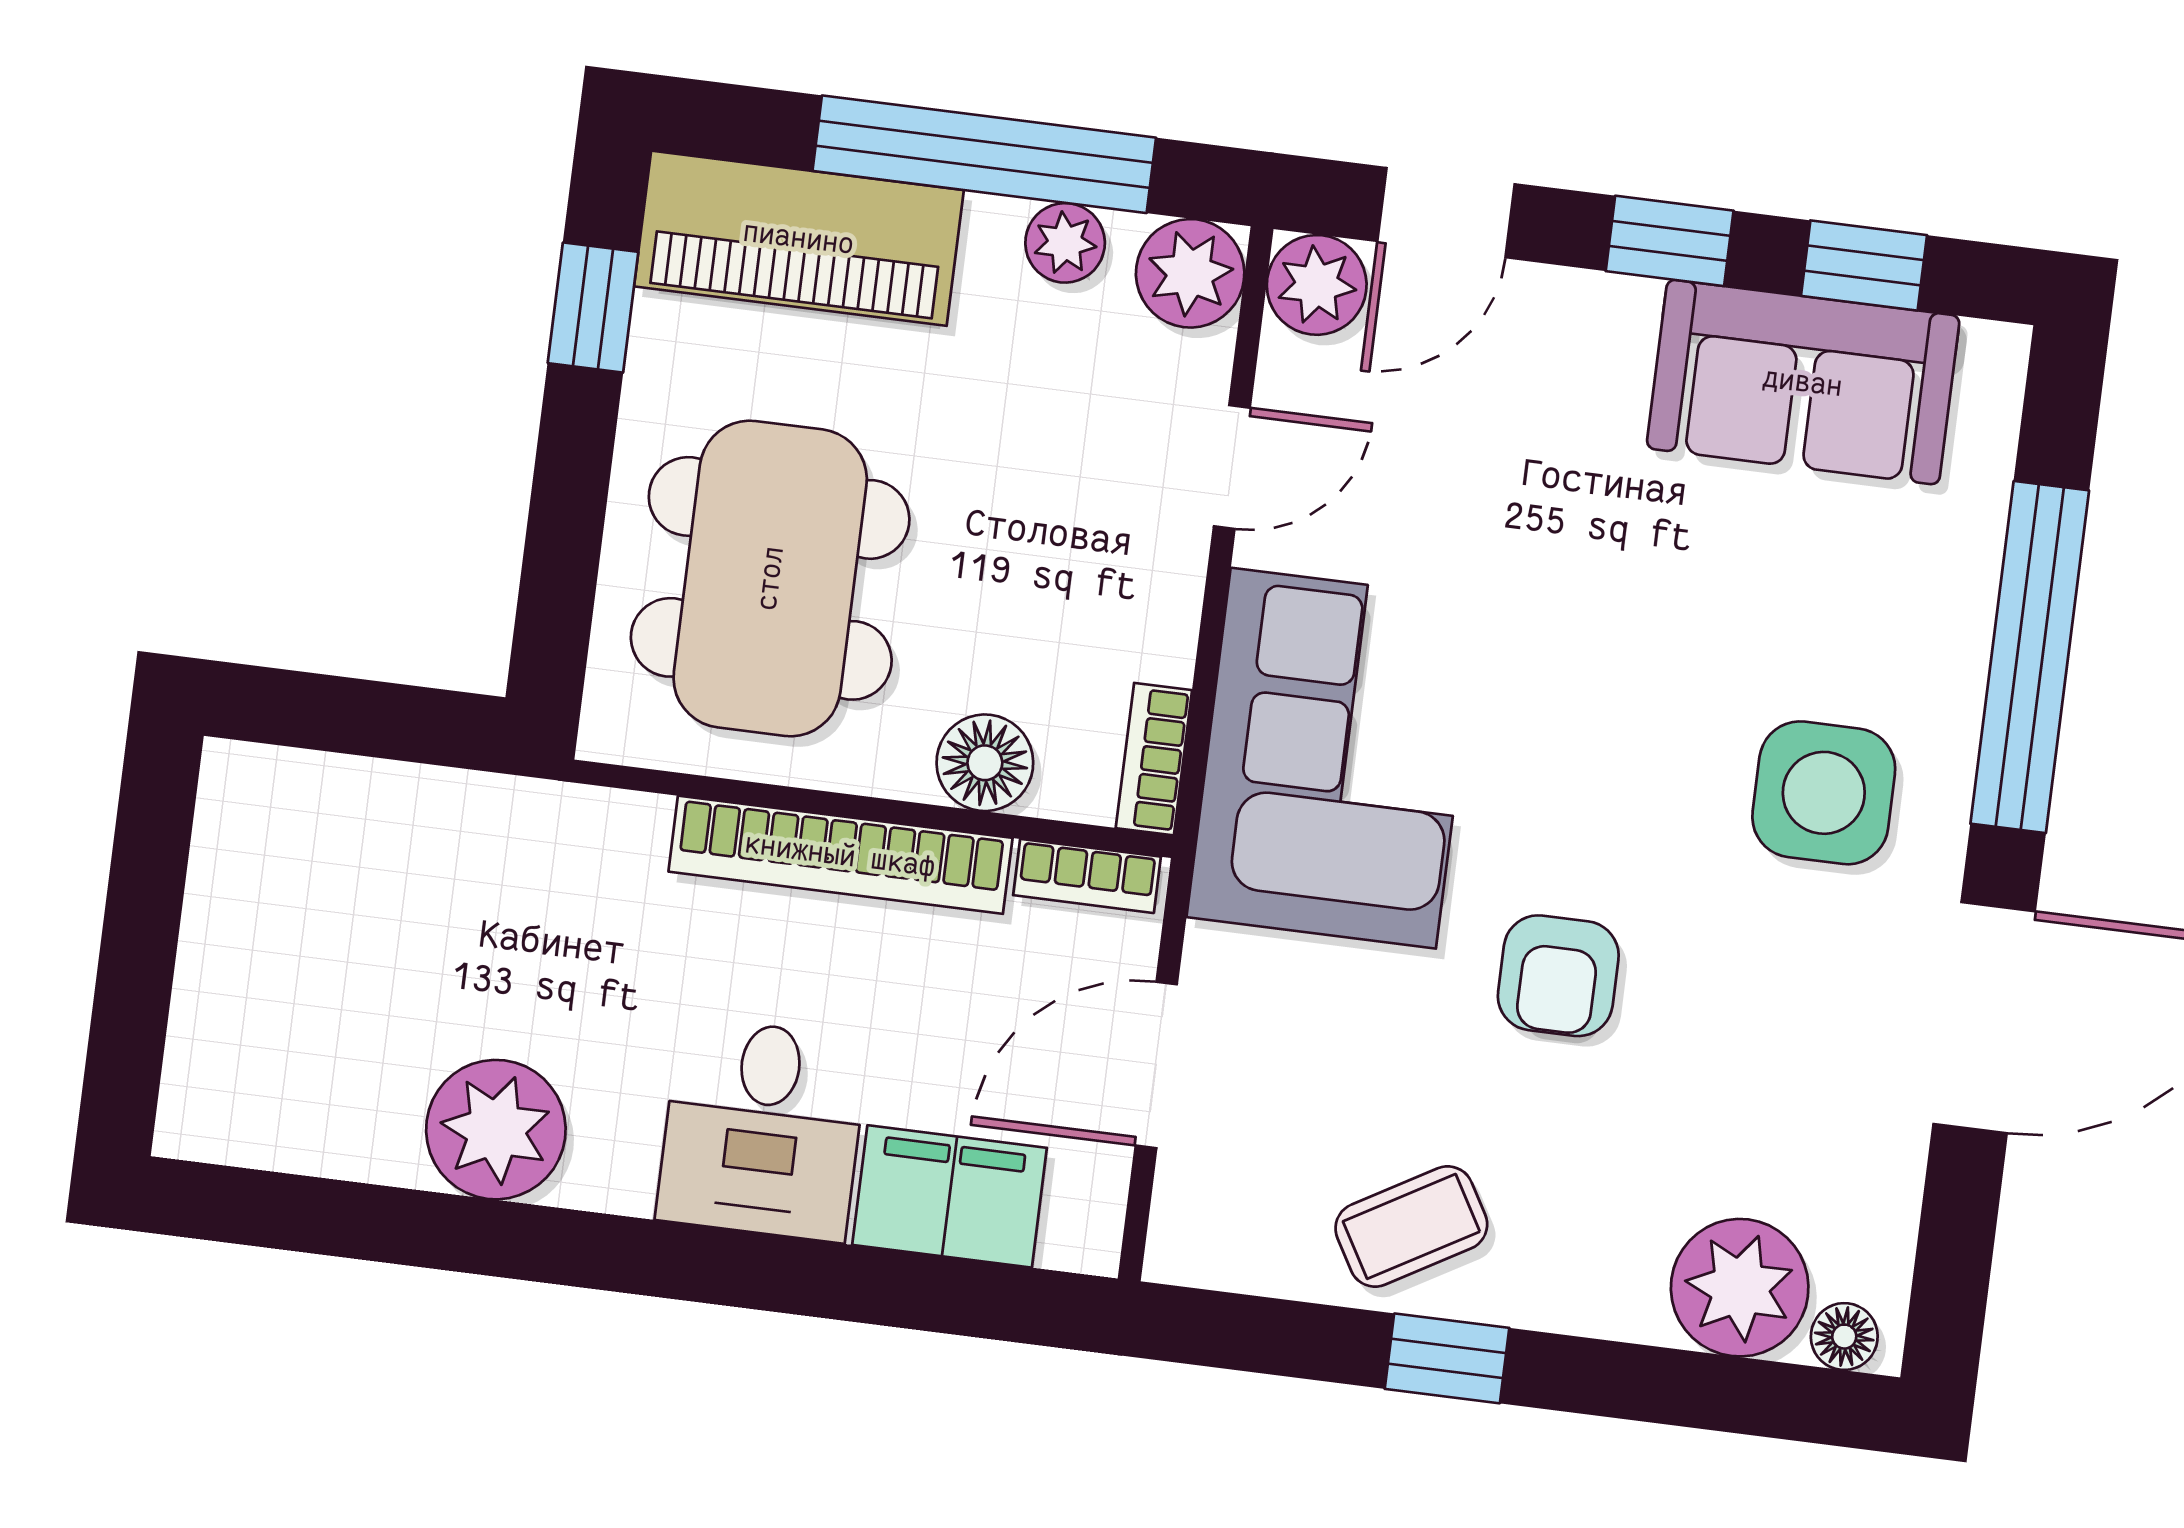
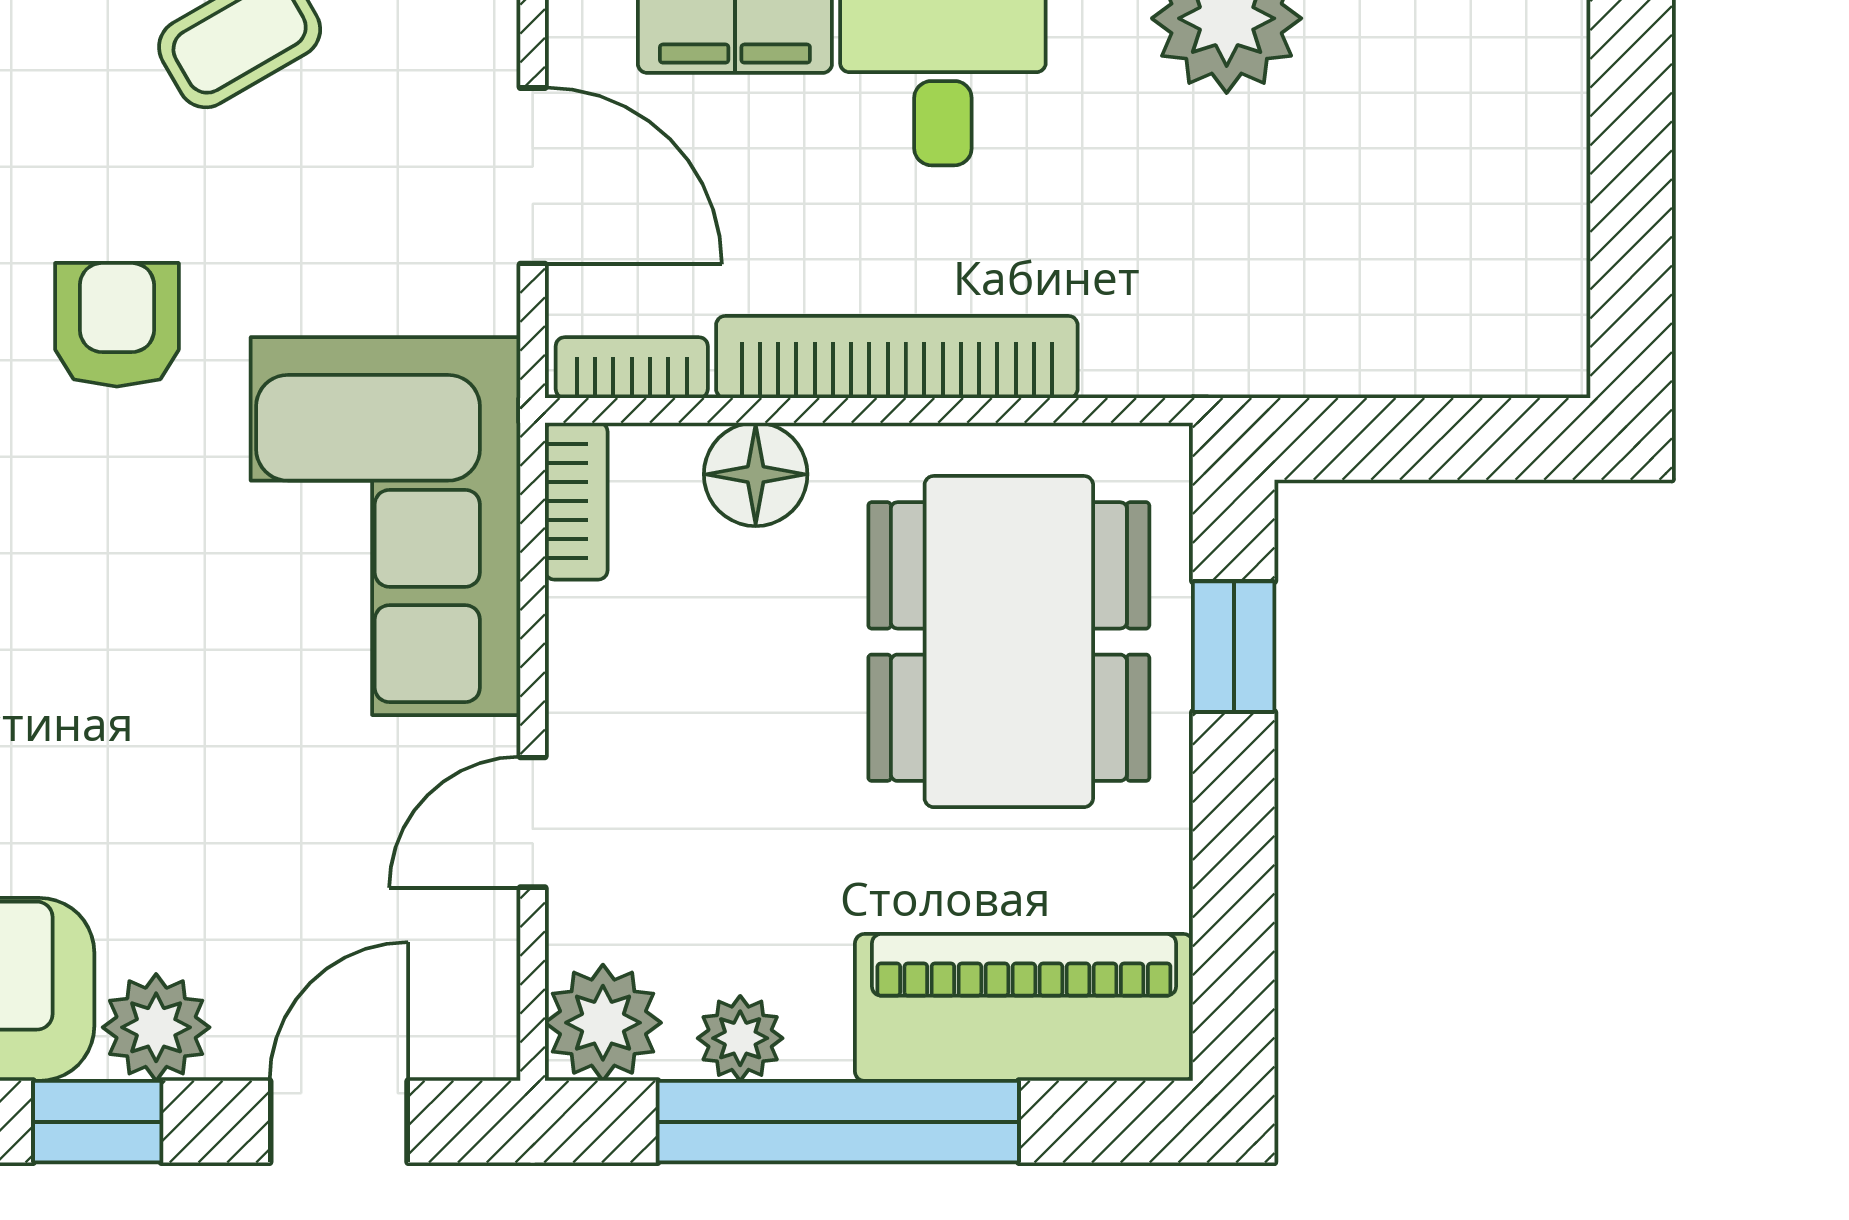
plant: (1317, 285) -> (156, 1027), moved
window: (593, 308) -> (1234, 647), moved
door: (1156, 1065) -> (533, 176), hinge flipped

